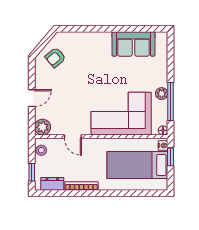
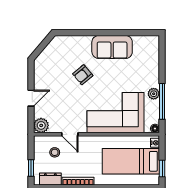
sofa: (133, 44) -> (112, 47), moved
armchair: (55, 57) -> (83, 75), moved
stool: (41, 150) -> (55, 152), moved
window: (170, 157) -> (162, 168), moved

